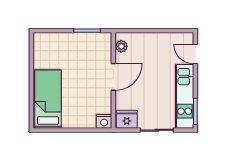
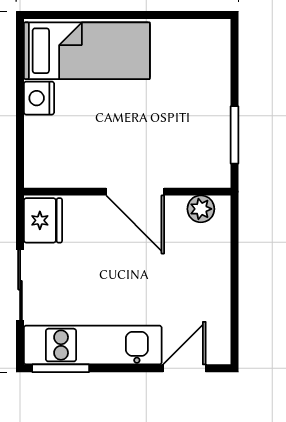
nightstand: (104, 121) -> (39, 98), moved

